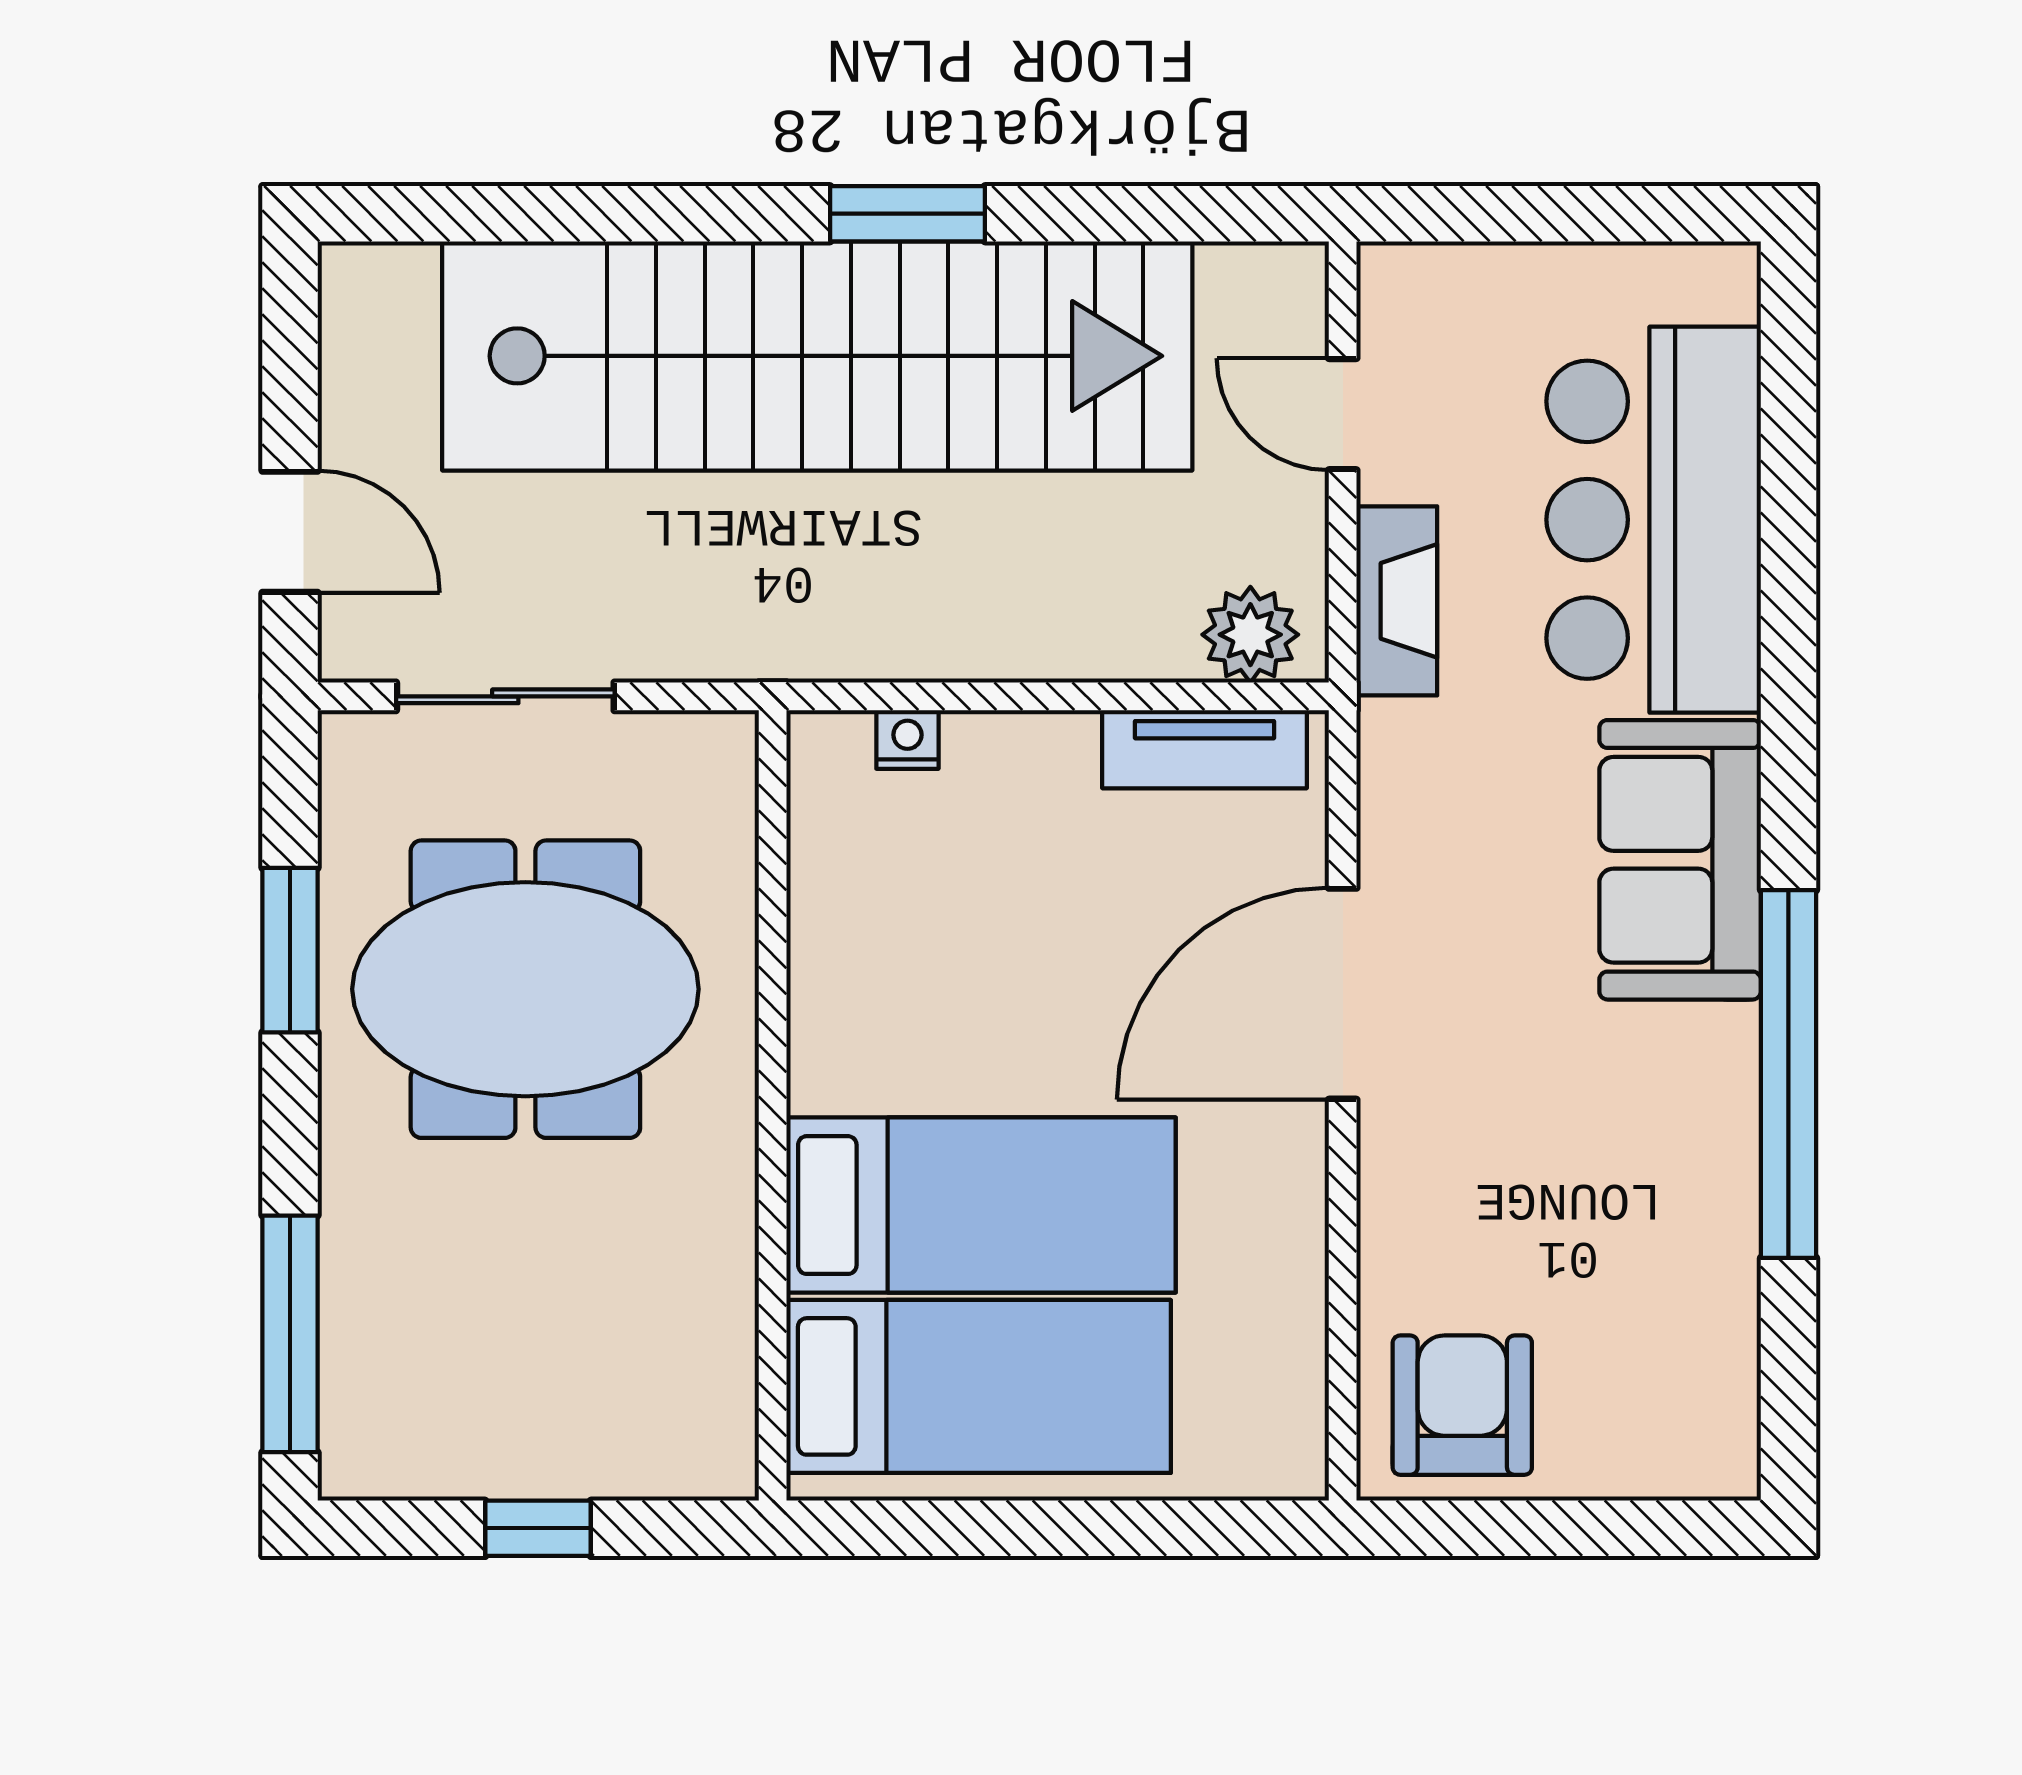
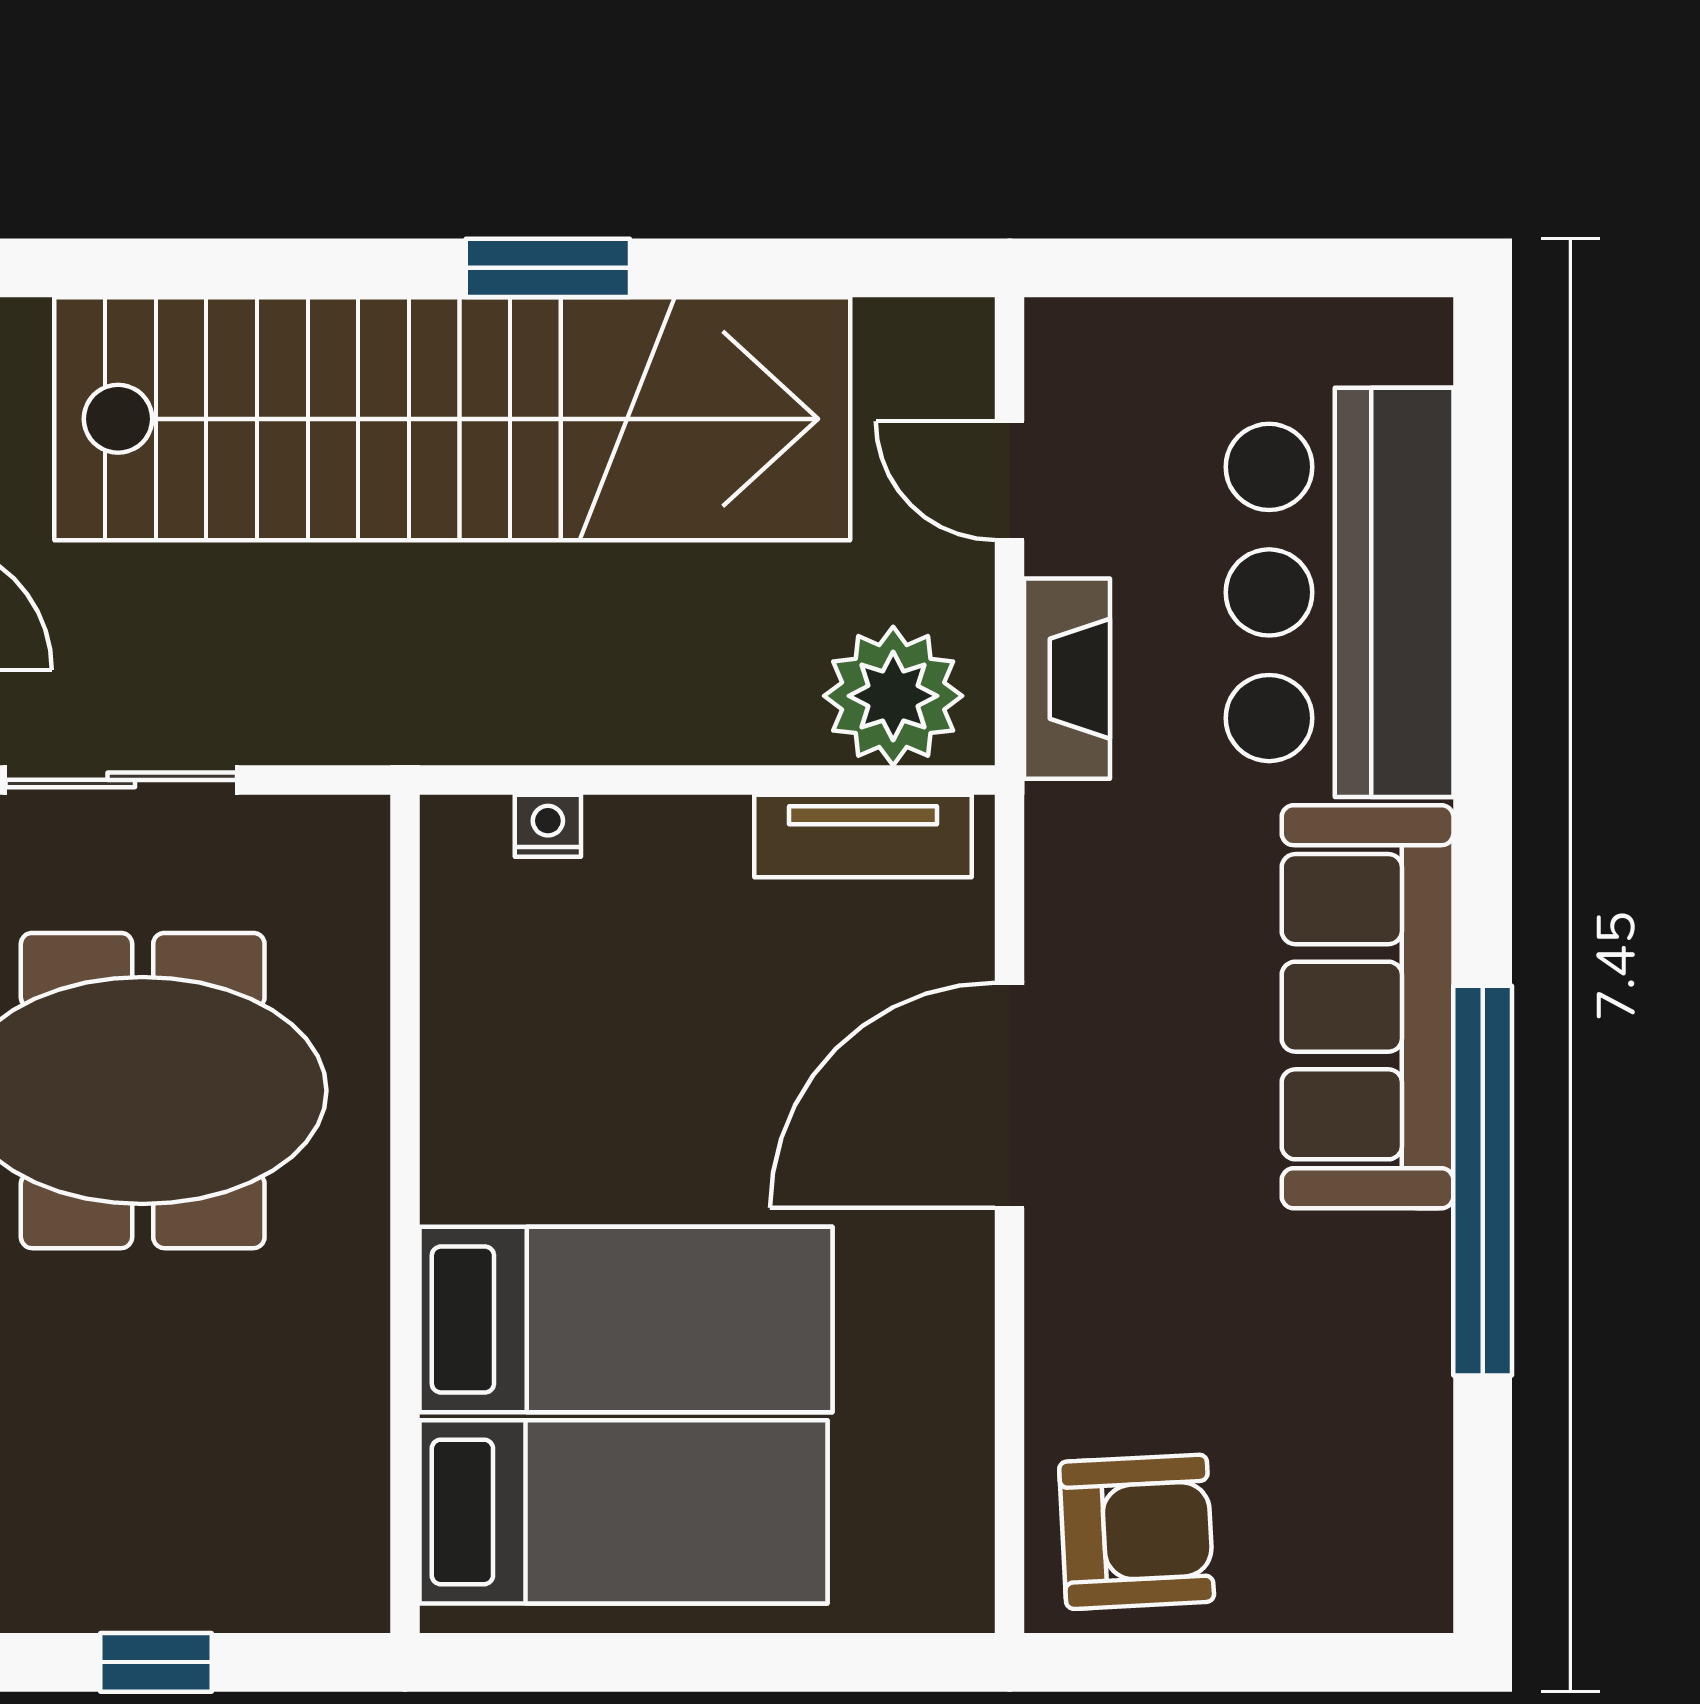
plant: (1250, 635) -> (893, 696), width x1.36, depth x1.36
sofa: (1680, 860) -> (1368, 1007), width x1.36
armchair: (1462, 1405) -> (1137, 1532), turned 87

